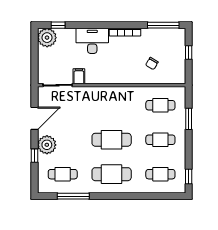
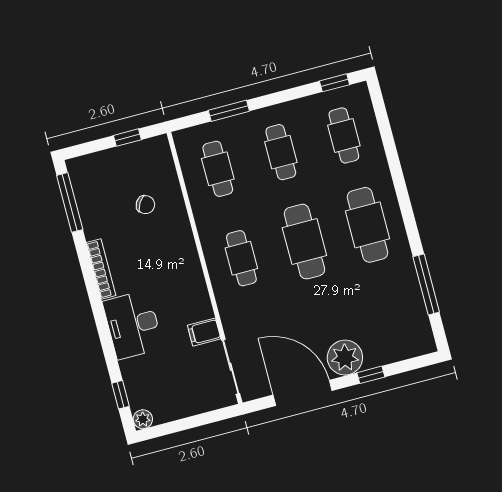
plant: (47, 38) -> (143, 419), width x0.53, depth x0.53
window: (189, 52) -> (127, 138), moved
door: (35, 118) -> (303, 393), width x1.36
cafe table: (63, 174) -> (241, 258), moved

